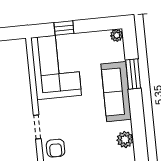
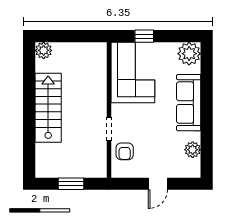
plant: (117, 35) -> (189, 54), width x1.87, depth x1.87
window: (133, 74) -> (207, 87), removed

